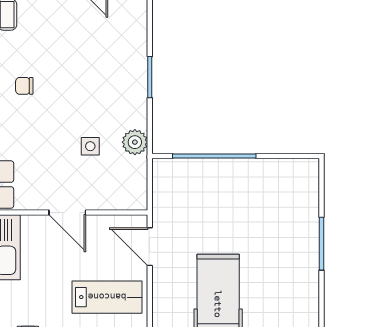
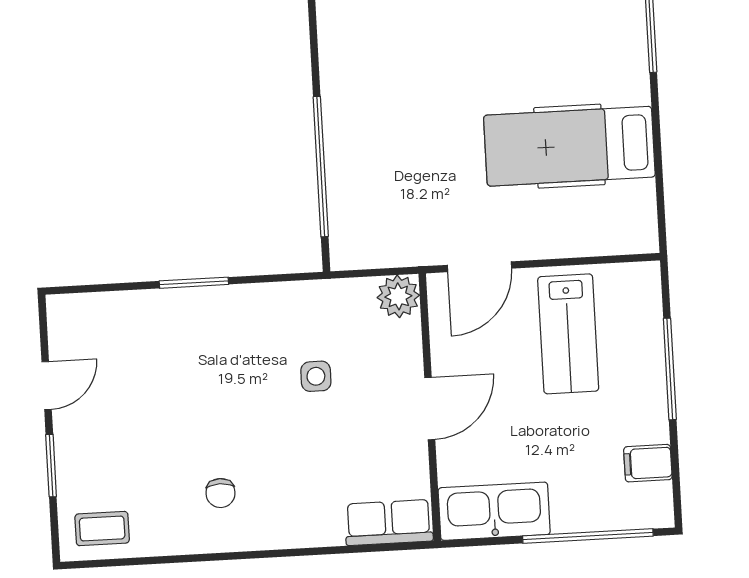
plant: (135, 142) -> (398, 296), moved
lab bench: (107, 297) -> (568, 334), turned 180

